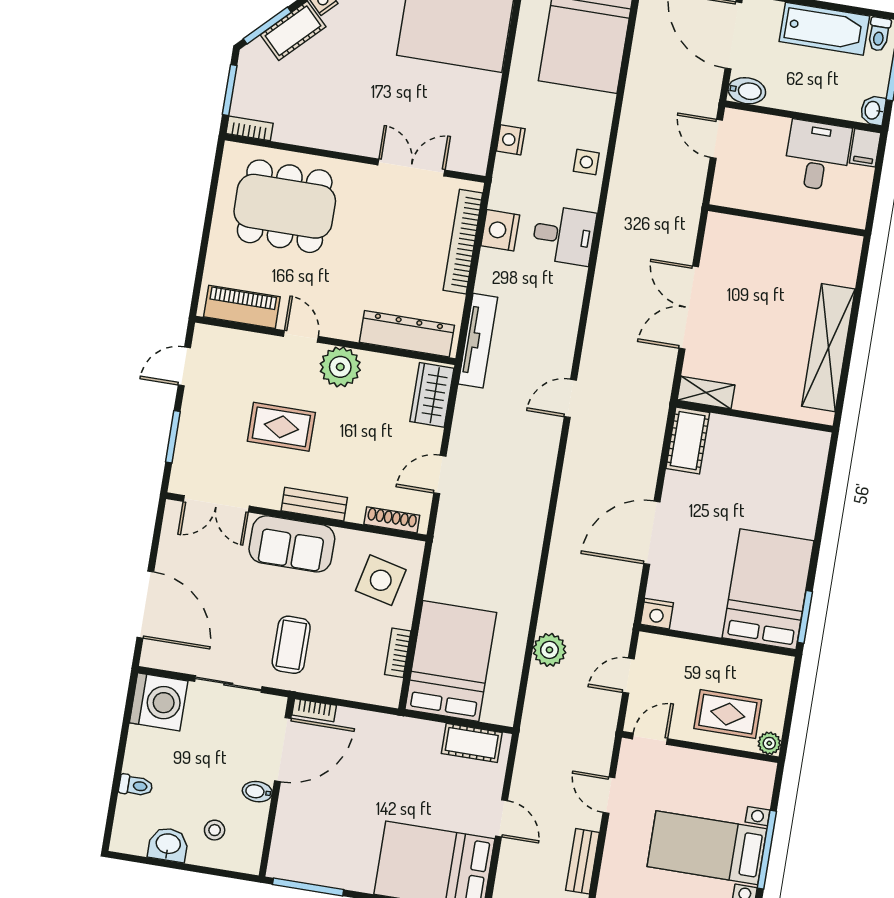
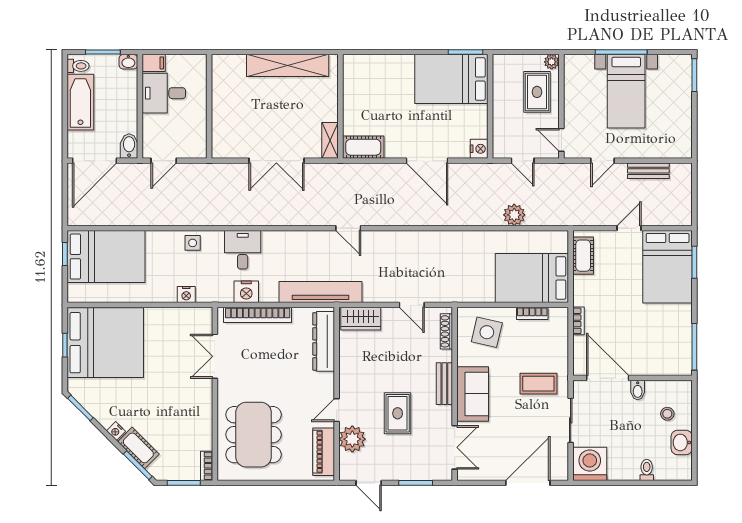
tv unit: (478, 341) -> (320, 292), width x1.36, depth x1.29
plant: (340, 367) -> (352, 439), moved
bookcase: (314, 710) -> (579, 321), moved

